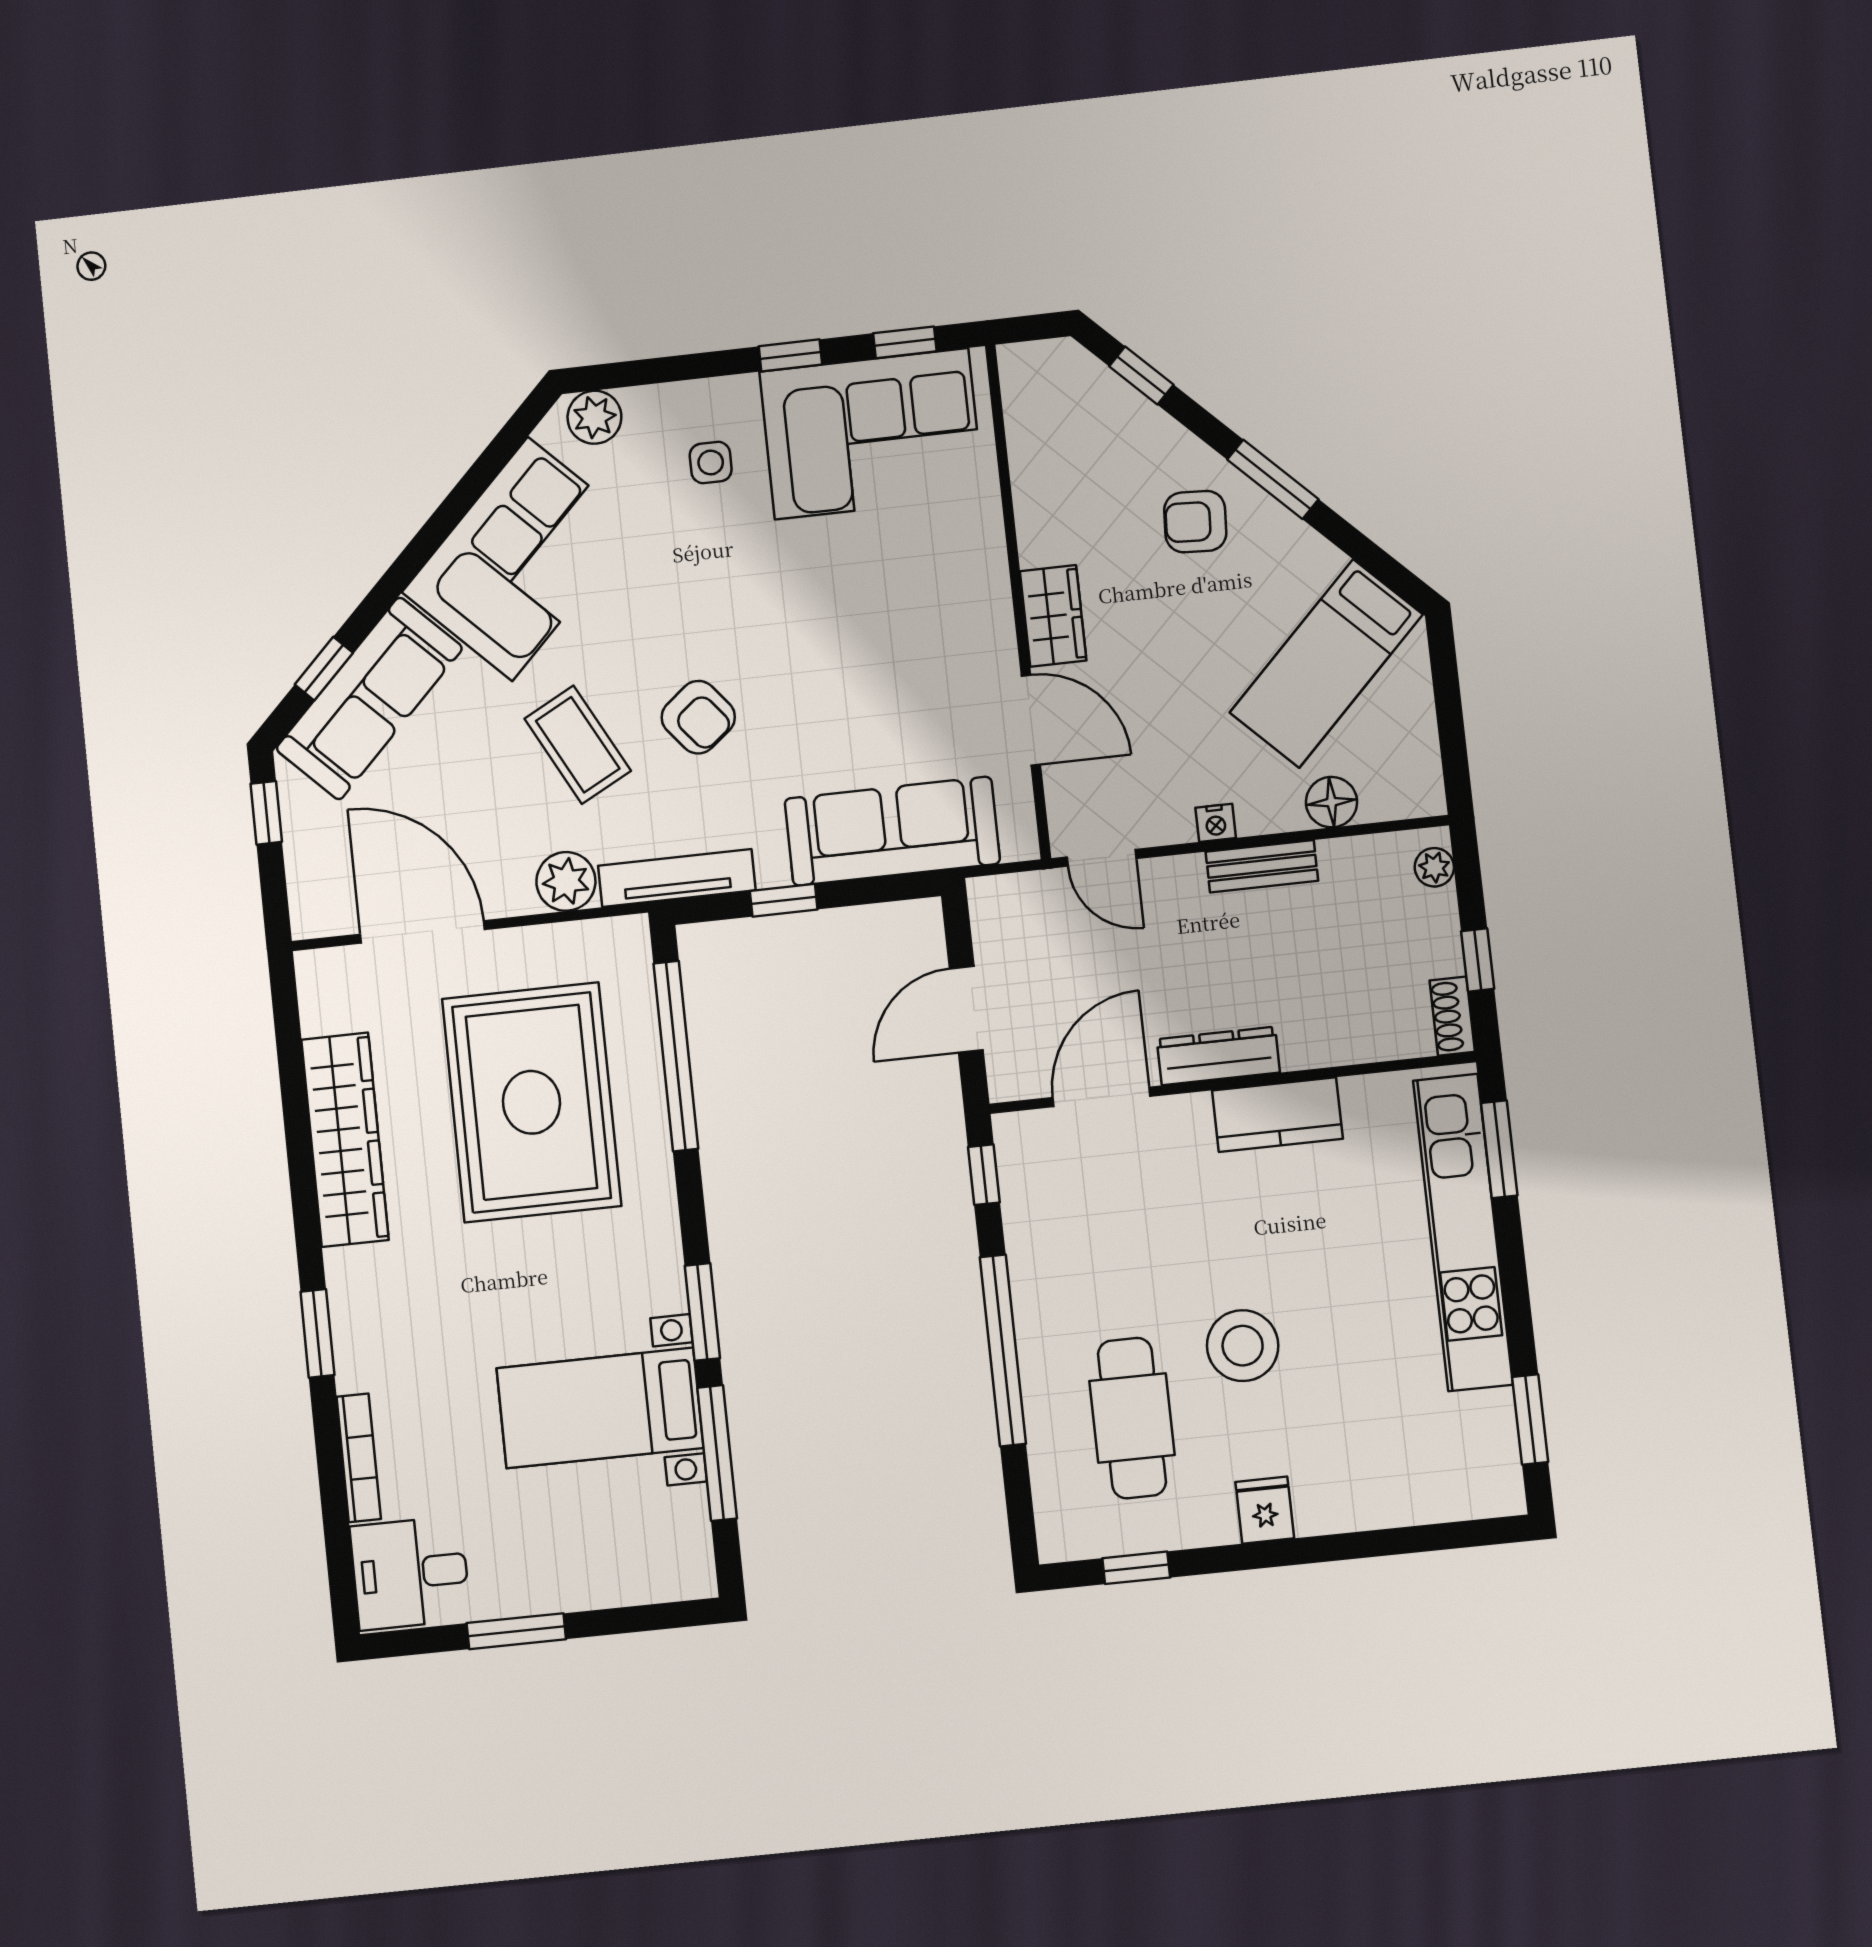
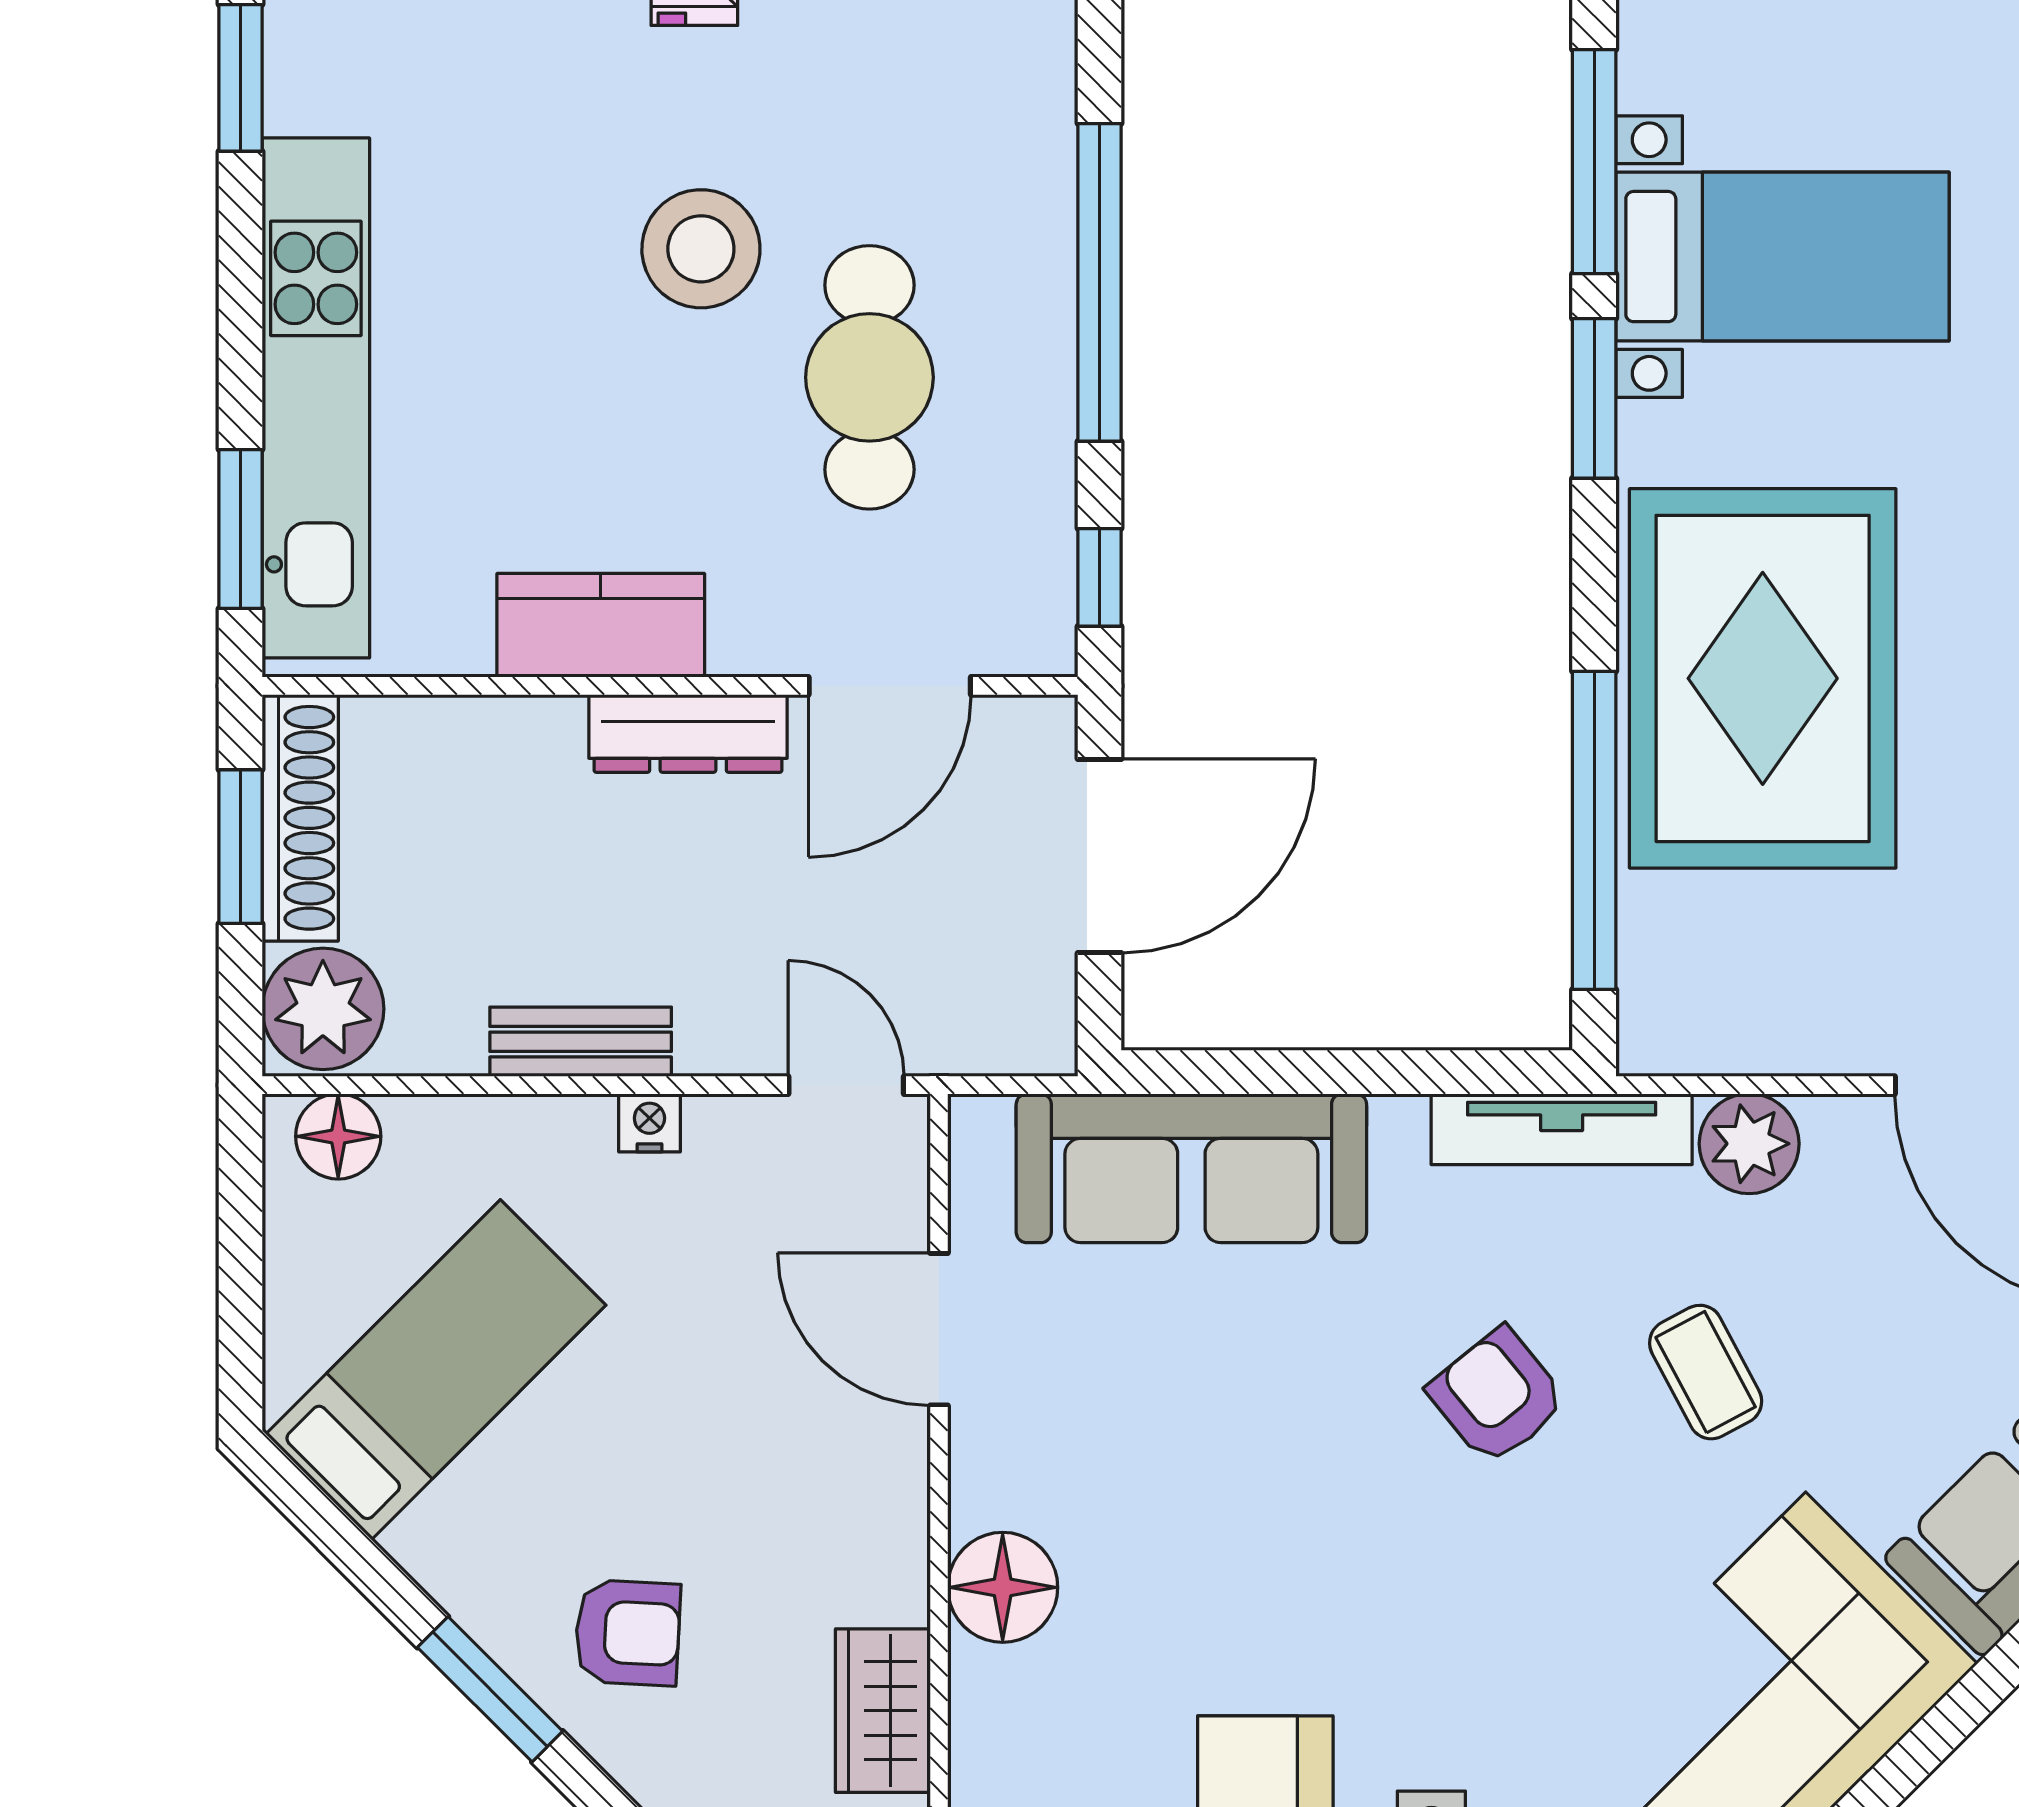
floor lamp: (977, 573) -> (1003, 1587), added
wardrobe: (1053, 616) -> (883, 1711), moved
coffee table: (578, 745) -> (1706, 1372), width x0.73, depth x0.77
floor lamp: (1331, 802) -> (338, 1136), moved
plant: (1434, 867) -> (323, 1009), width x1.87, depth x1.87
window: (784, 900) -> (1386, 1072), removed
window: (1478, 960) -> (240, 847), width x1.50
door: (966, 1009) -> (1100, 856), width x1.36
shoe rack: (1452, 1016) -> (300, 818), width x1.94, depth x1.24
rug: (531, 1102) -> (1763, 678), moved
cafe table: (1132, 1418) -> (869, 377), moved

